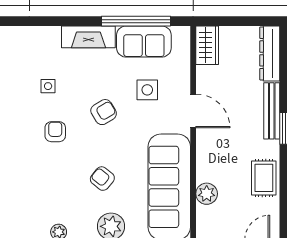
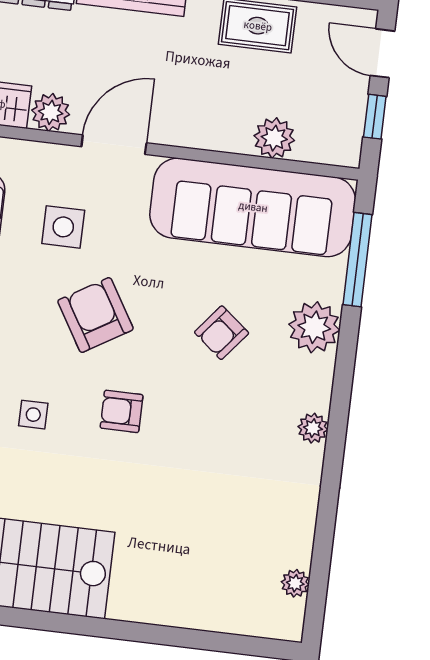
plant: (206, 76) -> (51, 112), added
armchair: (104, 112) -> (95, 315), width x1.38, depth x1.38

